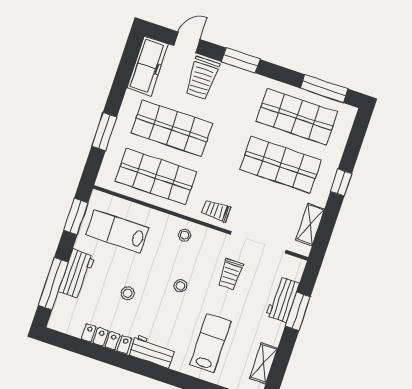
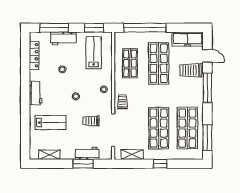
window: (241, 60) -> (207, 88), width x1.44
window: (104, 132) -> (145, 28), width x2.11
shop shelf: (156, 176) -> (130, 63), width x0.70, depth x0.74
locker: (107, 339) -> (34, 55), moved

